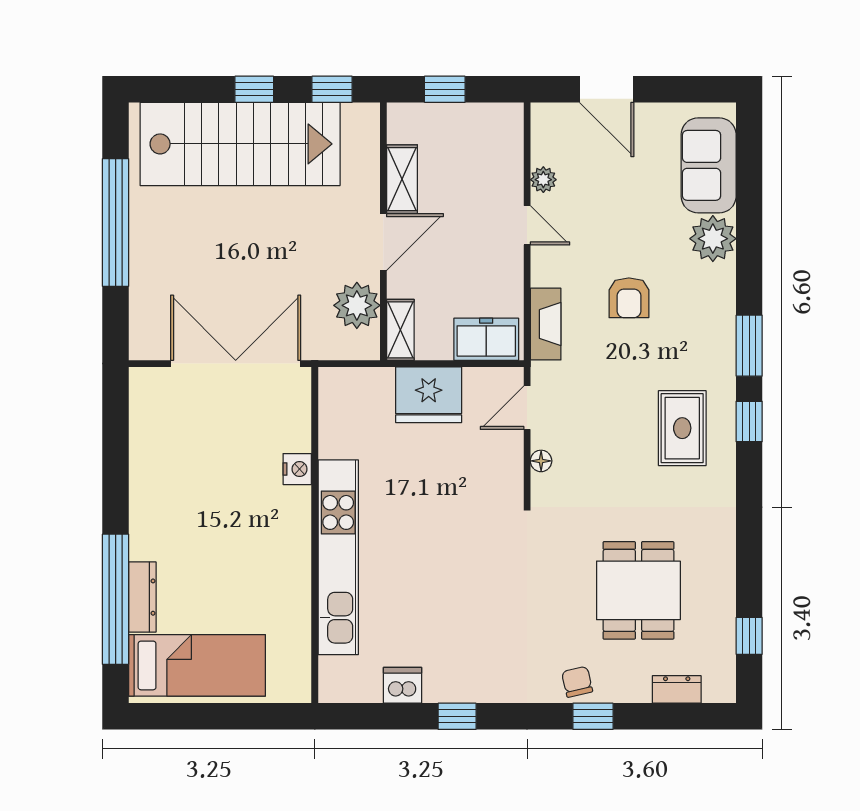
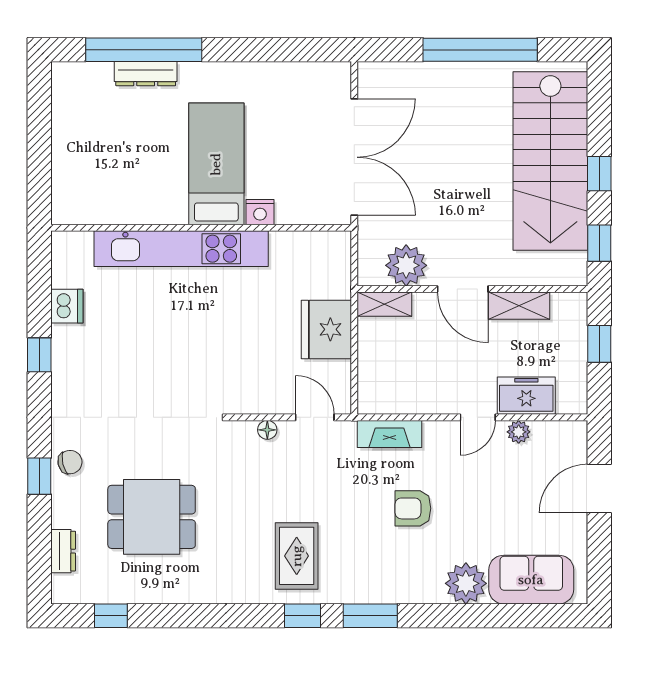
freezer: (486, 339) -> (526, 396), moved, turned -90
rug: (682, 428) -> (297, 556), turned 90
bed: (197, 665) -> (216, 164), moved, turned 180

